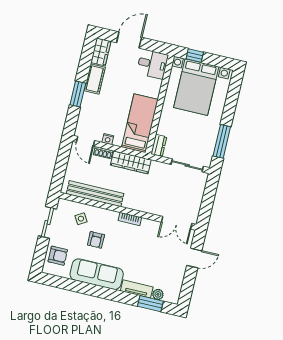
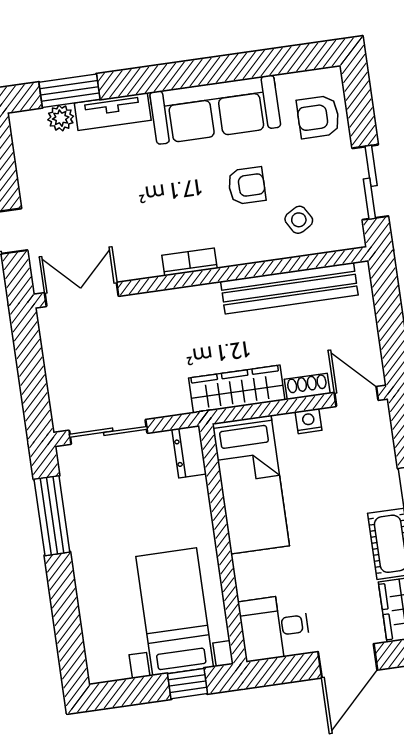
bed with nightstands: (196, 87) -> (175, 612), width x0.73
armchair: (96, 240) -> (247, 186), turned 90

